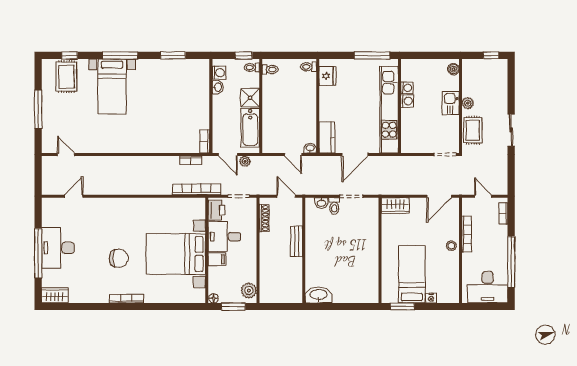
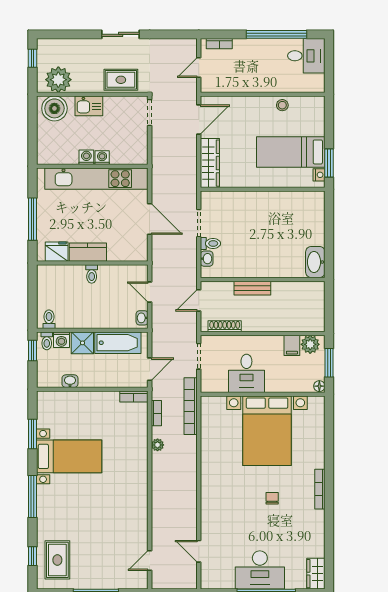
window: (372, 55) -> (32, 219), moved
toilet: (308, 67) -> (92, 274), moved
boiler: (453, 69) -> (54, 108), width x1.86, depth x1.86
washing machine: (219, 73) -> (61, 340), moved, turned 180
rug: (66, 77) -> (57, 560), turned 90
bed with nightstands: (112, 86) -> (69, 456), moved
washing machine: (407, 88) -> (102, 158), moved
plant: (468, 103) -> (58, 80), moved, width x1.88, depth x1.88
kitchen counter: (327, 138) -> (88, 252), moved
washbasin: (310, 148) -> (142, 318), moved
door: (293, 155) -> (150, 292), swing flipped
plant: (245, 161) -> (158, 445), moved
door: (439, 196) -> (199, 120), hinge flipped
wardrobe: (395, 206) -> (210, 163), width x1.50
printer: (216, 210) -> (215, 383), removed
bookcase: (467, 234) -> (244, 87), removed
stool: (451, 246) -> (282, 105), moved
chair: (119, 258) -> (272, 498), width x0.54, depth x0.54
filing cabinet: (217, 259) -> (292, 345), moved, turned 180
desk: (488, 287) -> (306, 56), width x0.73
nightstand: (431, 298) -> (319, 175), moved

